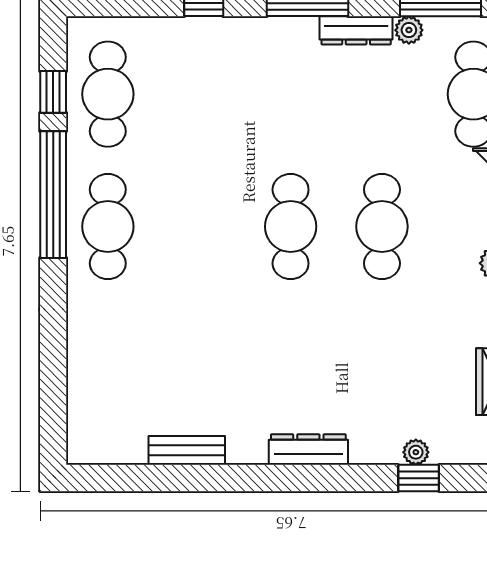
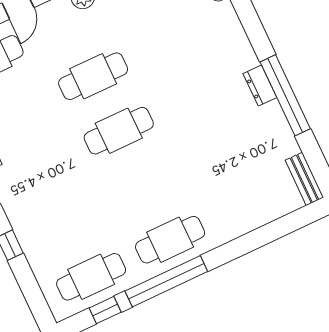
dresser: (308, 449) -> (260, 86), moved, width x0.70
bench: (187, 450) -> (304, 179), moved
window: (232, 478) -> (285, 95), added

